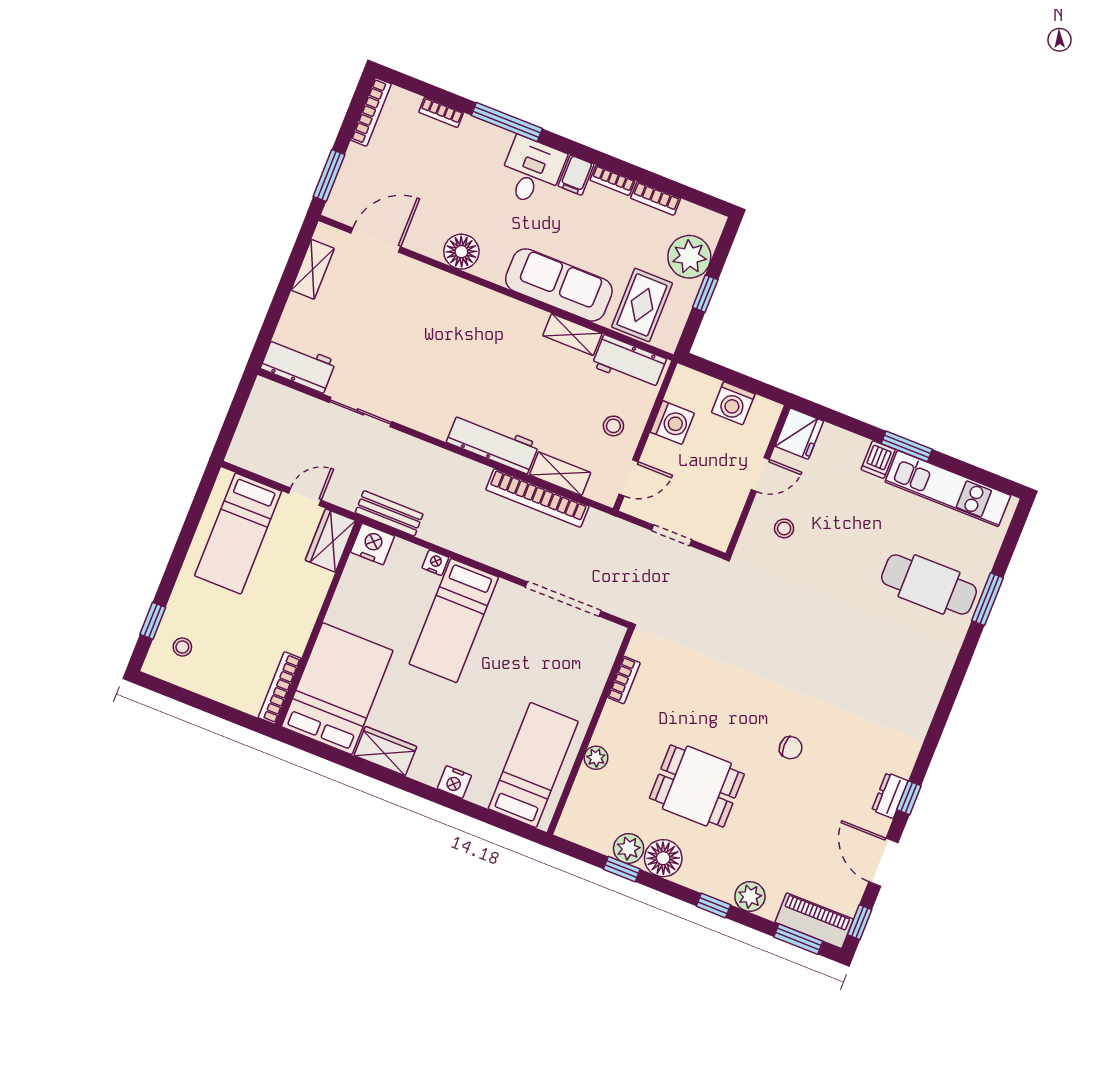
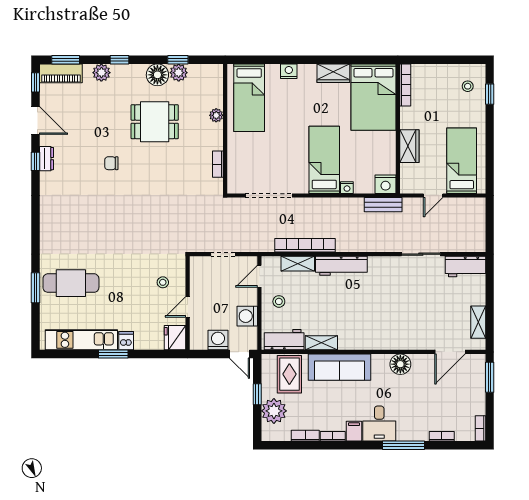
bookcase: (371, 112) -> (480, 428), width x0.64
door: (708, 368) -> (239, 354), added
wardrobe: (331, 540) -> (409, 146), moved

